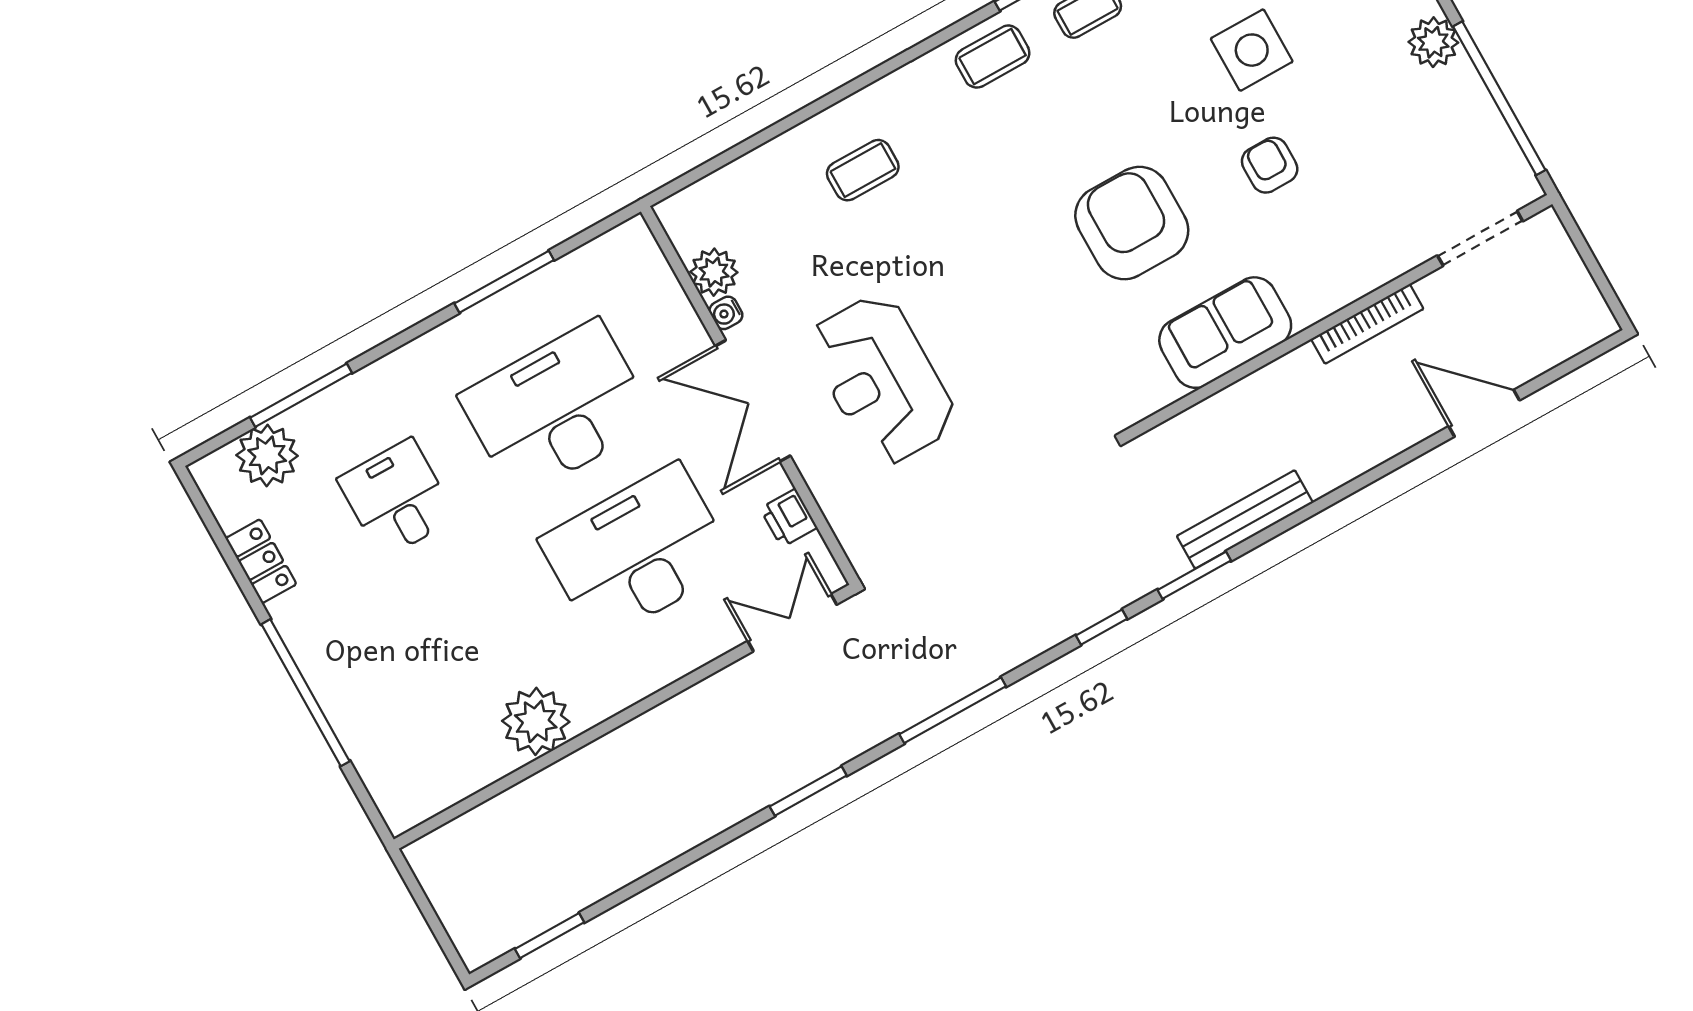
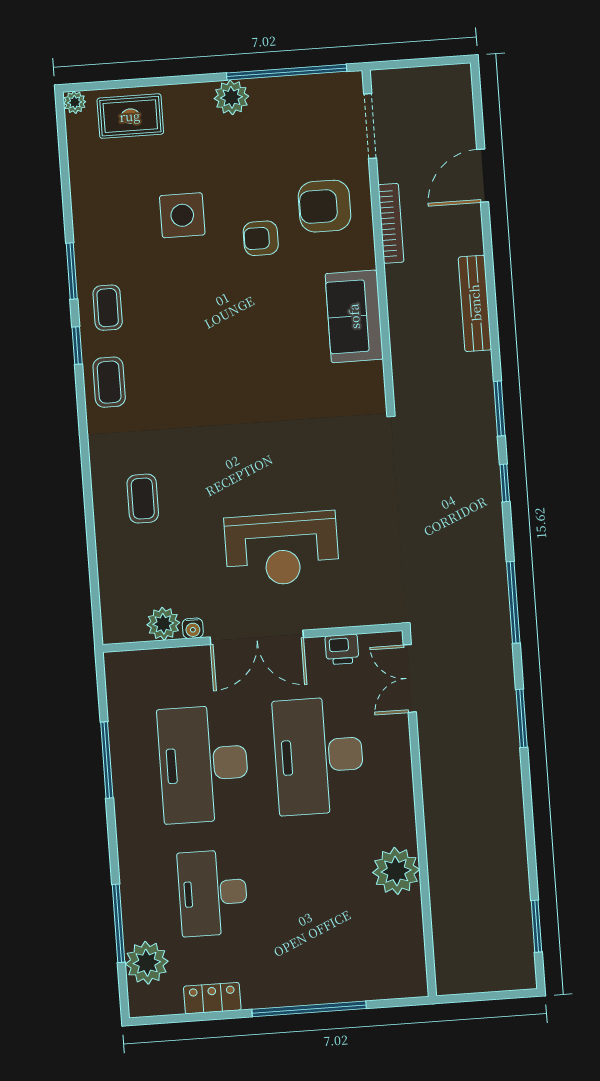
armchair: (1132, 223) -> (325, 206), moved, width x0.73, depth x0.73
desk: (397, 498) -> (213, 893), width x1.37
bench: (1245, 519) -> (475, 303), moved

